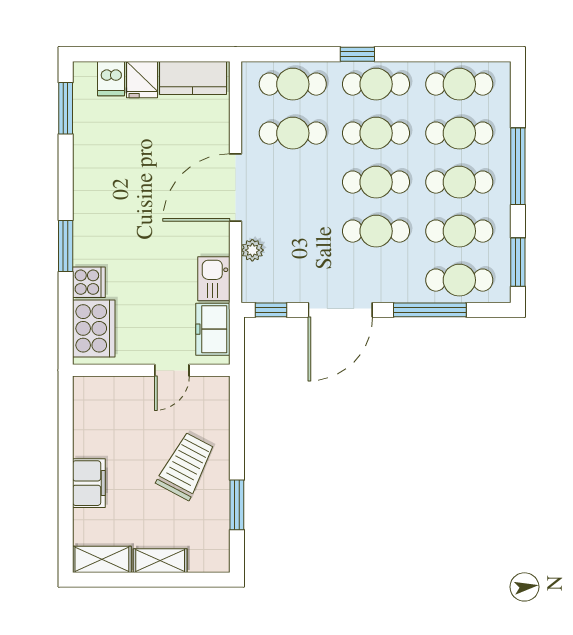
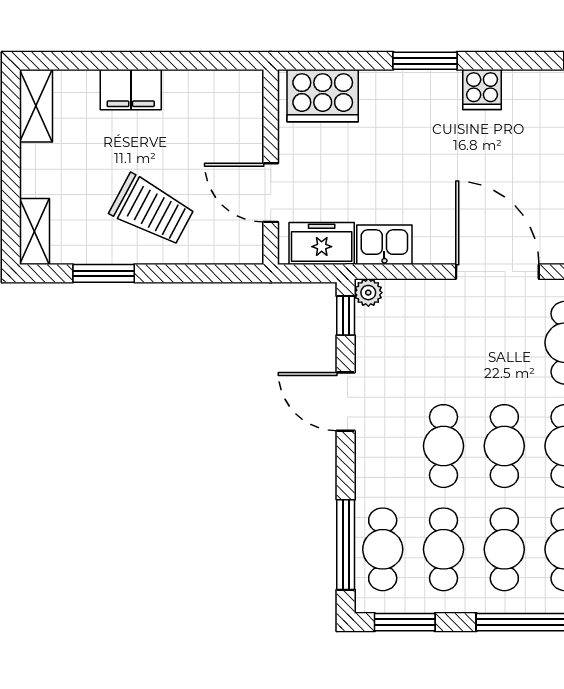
plant: (252, 250) -> (368, 293), moved
cooker: (89, 282) -> (482, 90), moved
door: (340, 310) -> (346, 402), width x0.73
window: (430, 310) -> (346, 545), moved
door: (172, 370) -> (271, 193), width x1.38
shelving: (160, 561) -> (35, 232), moved

